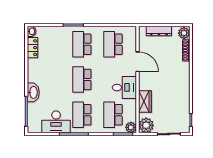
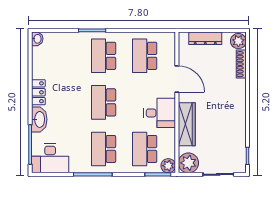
locker: (32, 48) -> (38, 92), moved
wardrobe: (145, 101) -> (187, 124), width x1.50
desk: (56, 122) -> (50, 158), moved

